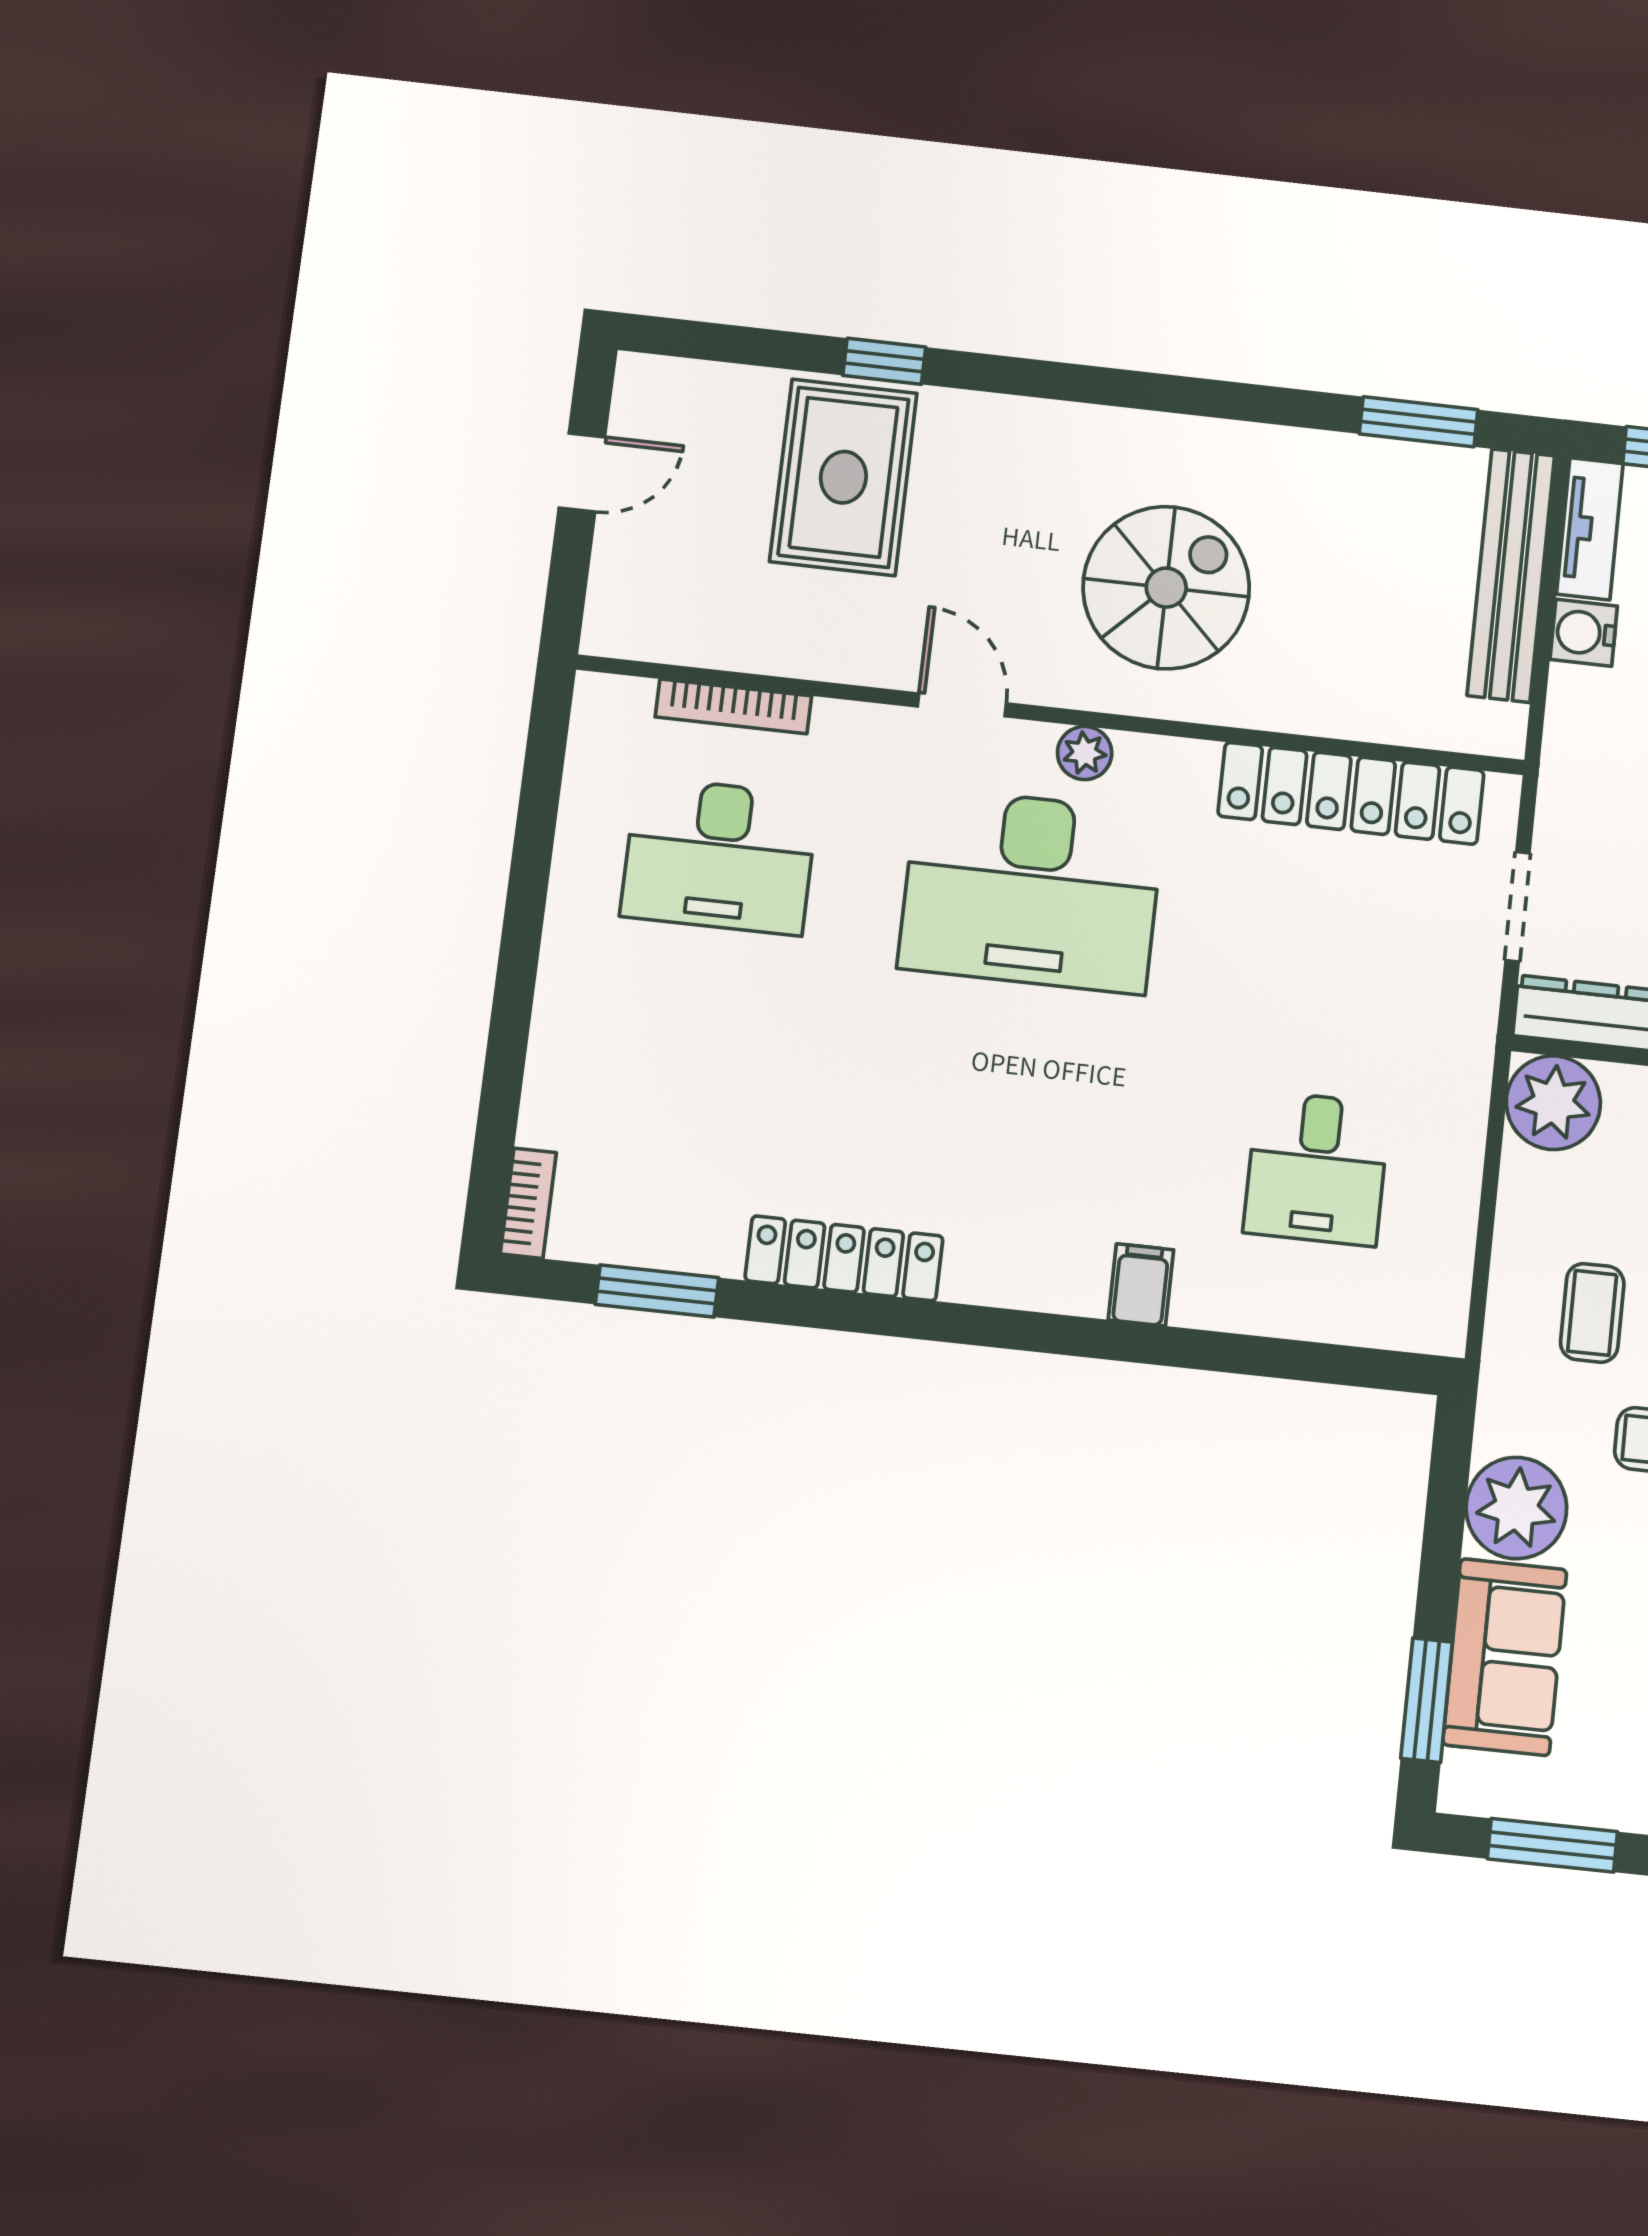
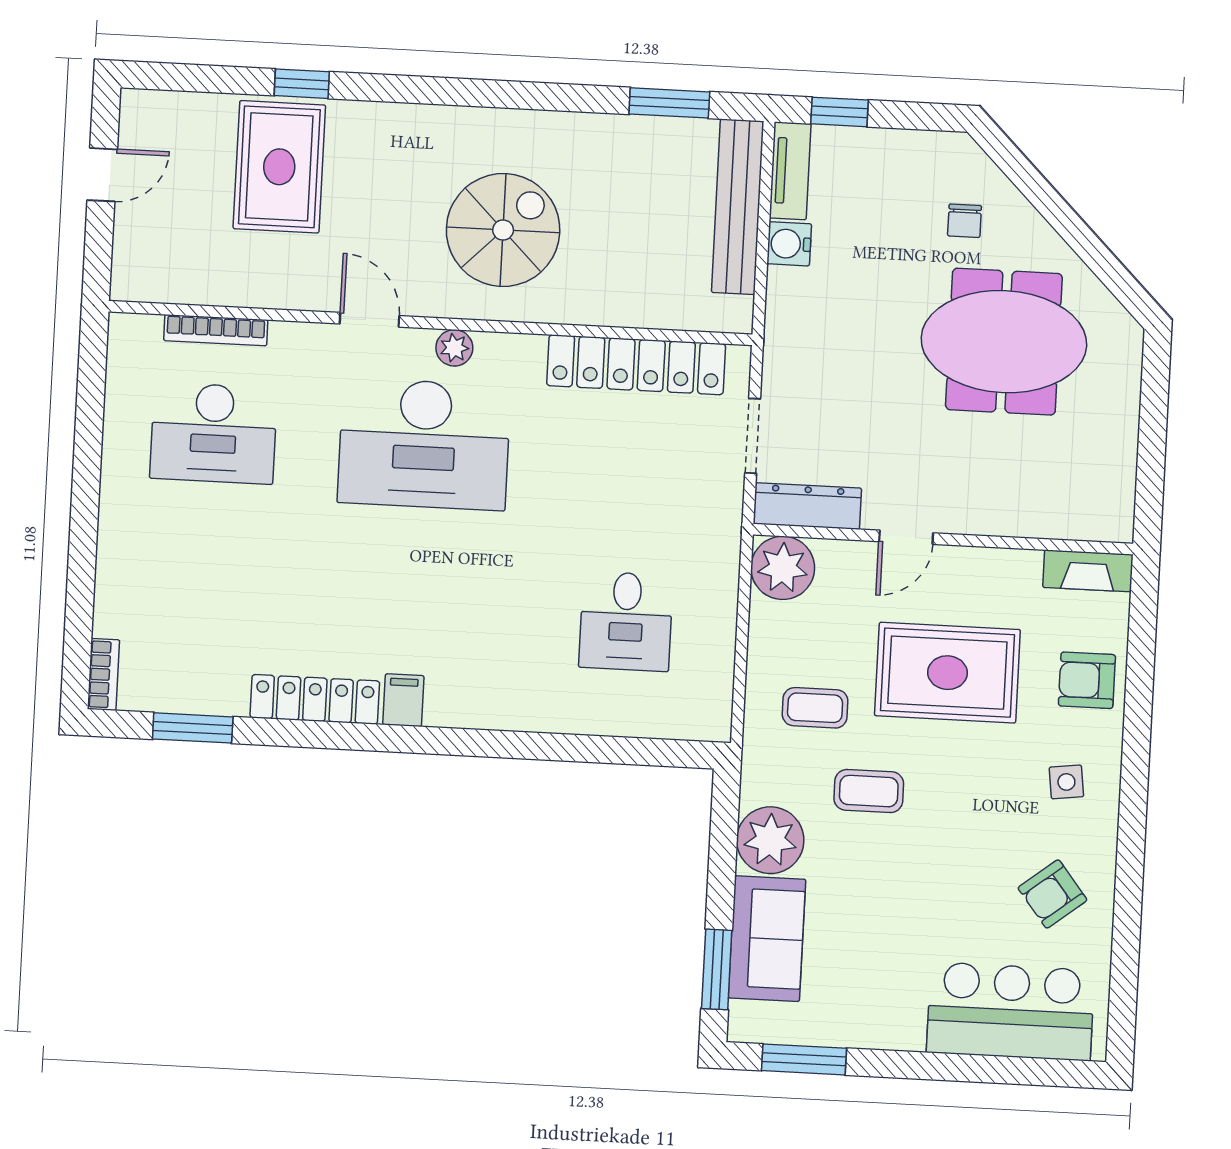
filing cabinet: (1141, 1285) -> (403, 700), moved
coffee table: (1592, 1313) -> (815, 708), turned 90

